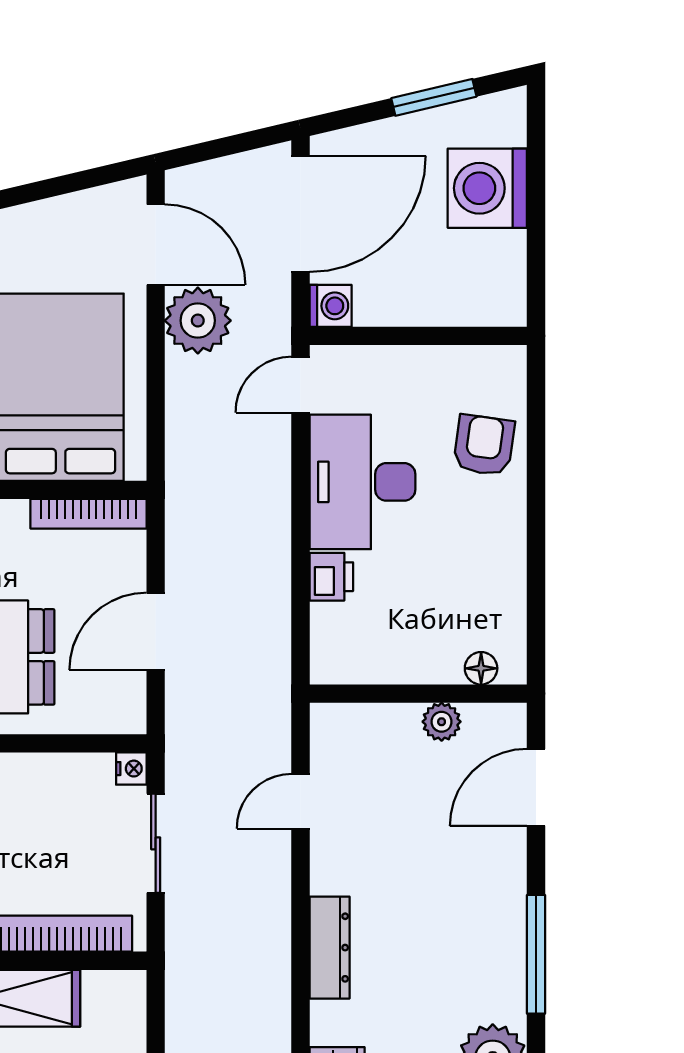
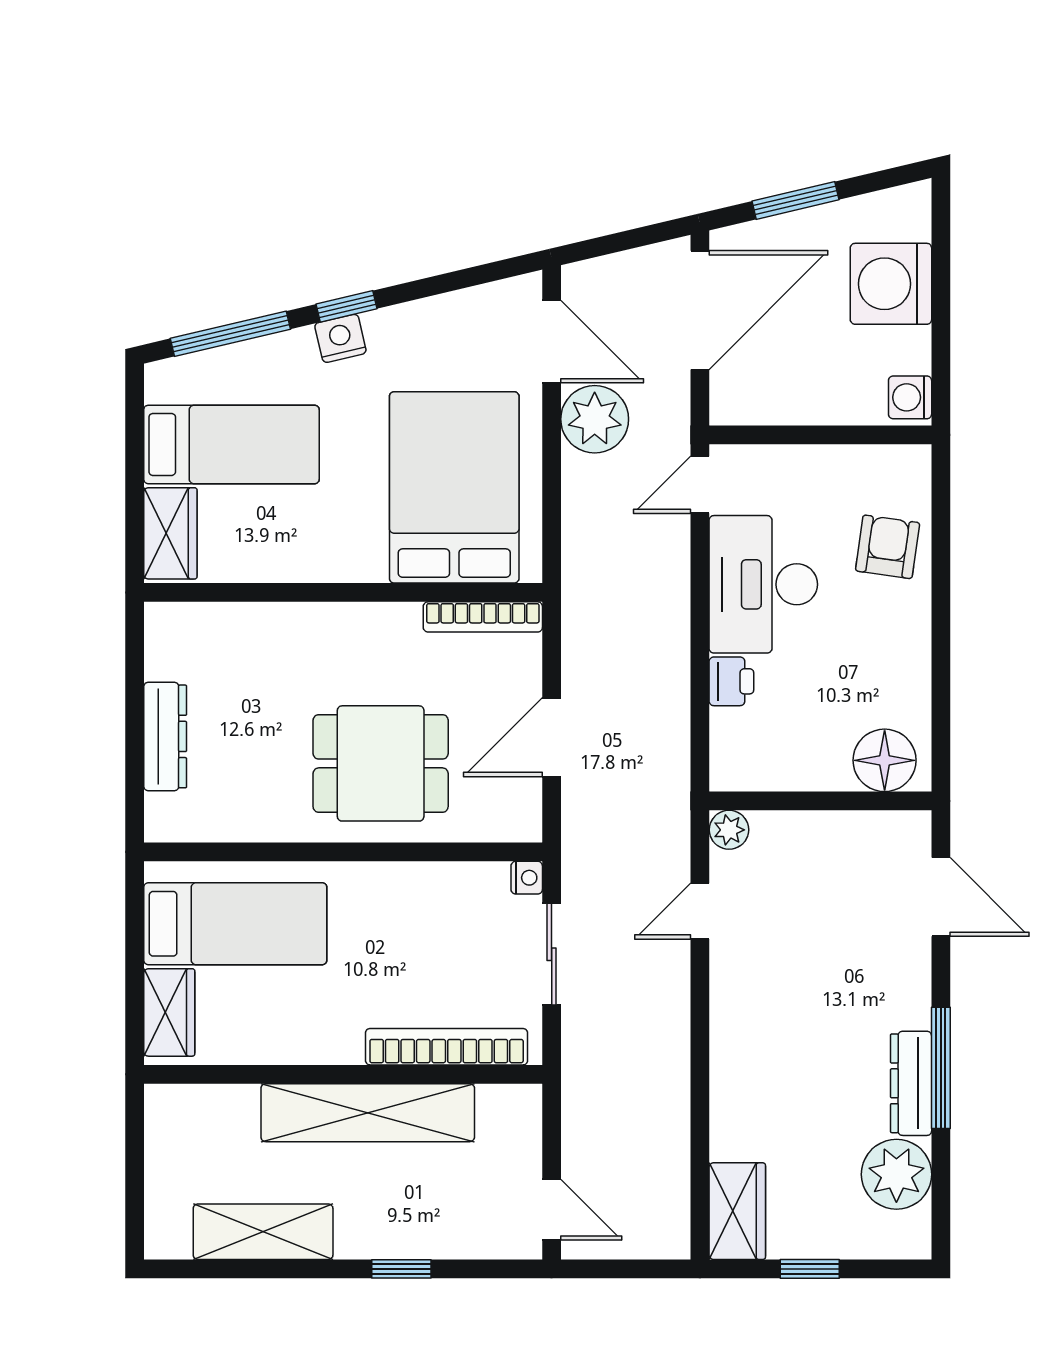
window: (434, 97) -> (796, 200), moved
washing machine: (331, 306) -> (910, 397), moved, turned 180
floor lamp: (481, 668) -> (885, 760), width x1.89, depth x1.89
plant: (442, 722) -> (729, 830), moved
door: (536, 787) -> (941, 897), swing flipped
dresser: (330, 948) -> (911, 1083), moved, turned 180

